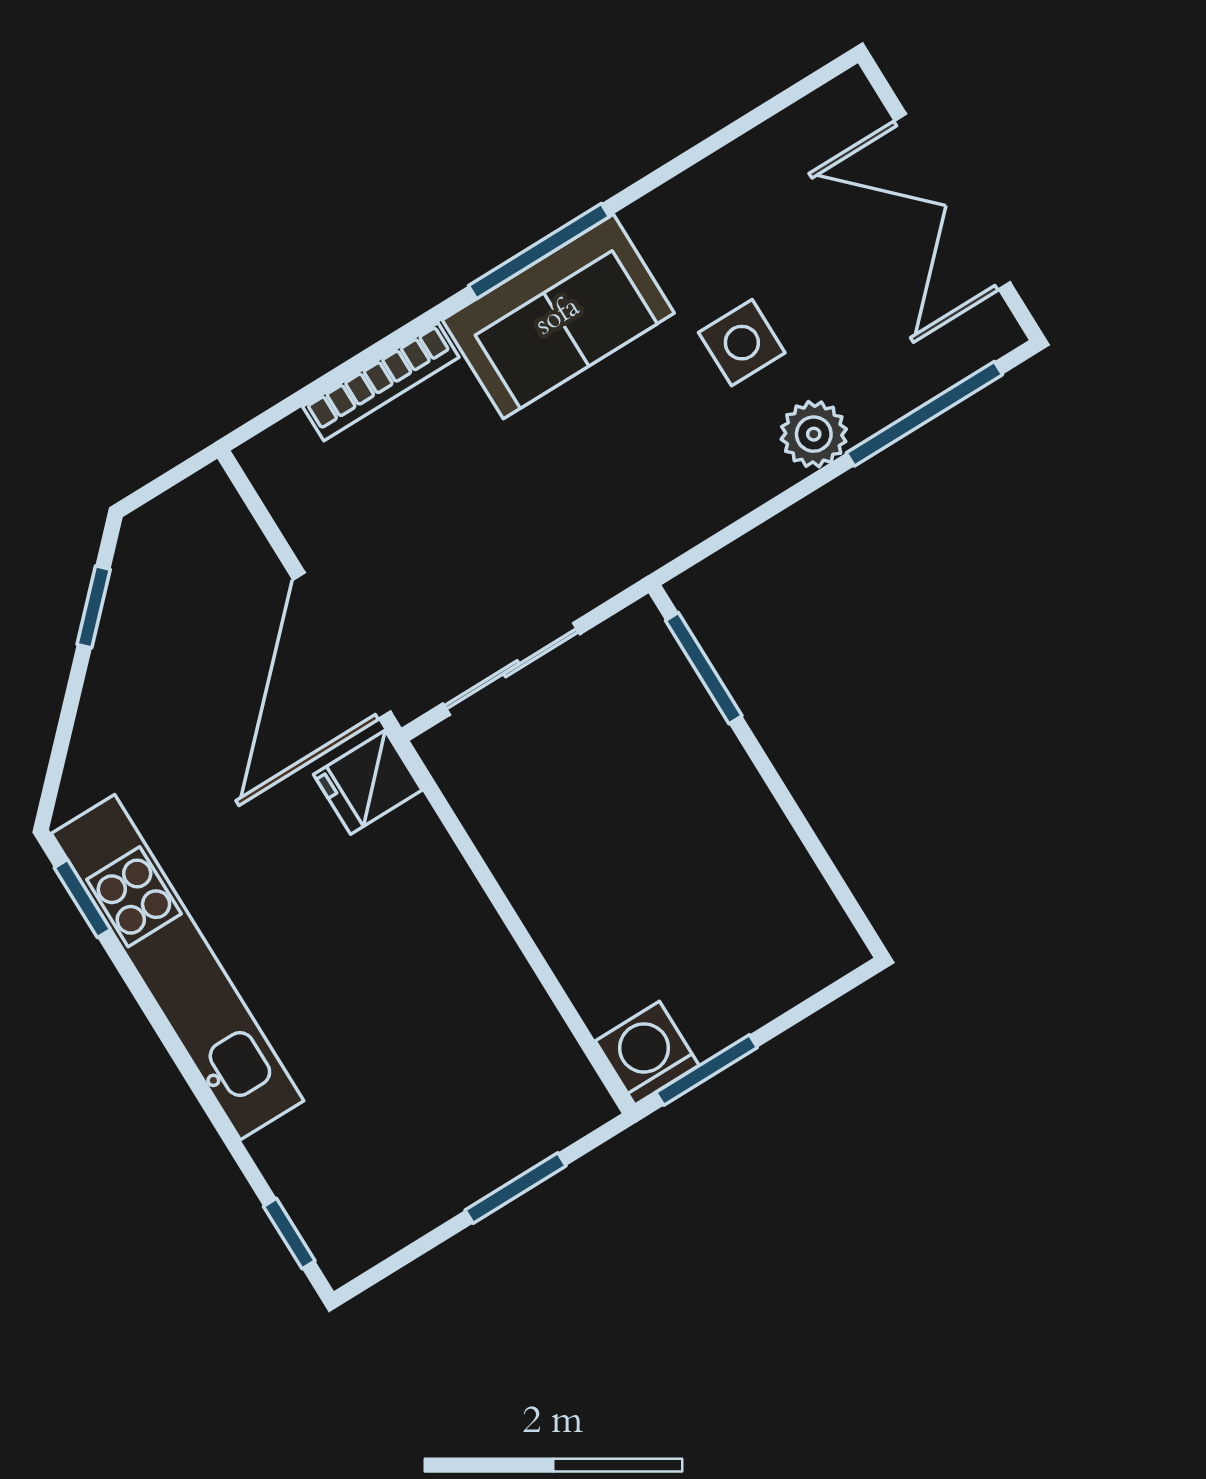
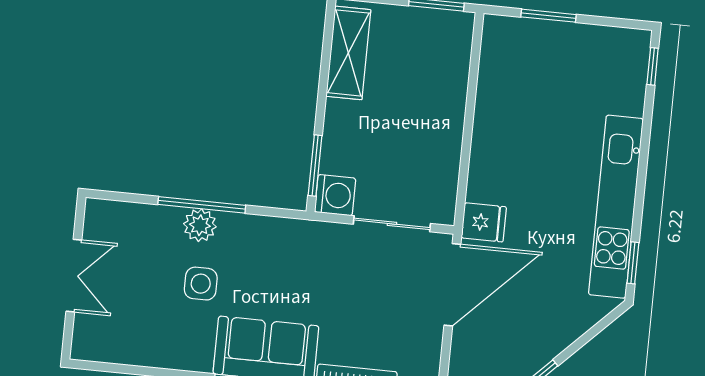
double door: (952, 202) -> (74, 276), width x0.73
window: (924, 414) -> (202, 205), moved
shelving: (787, 887) -> (348, 53), added
washing machine: (647, 1053) -> (335, 195), moved, turned -90

